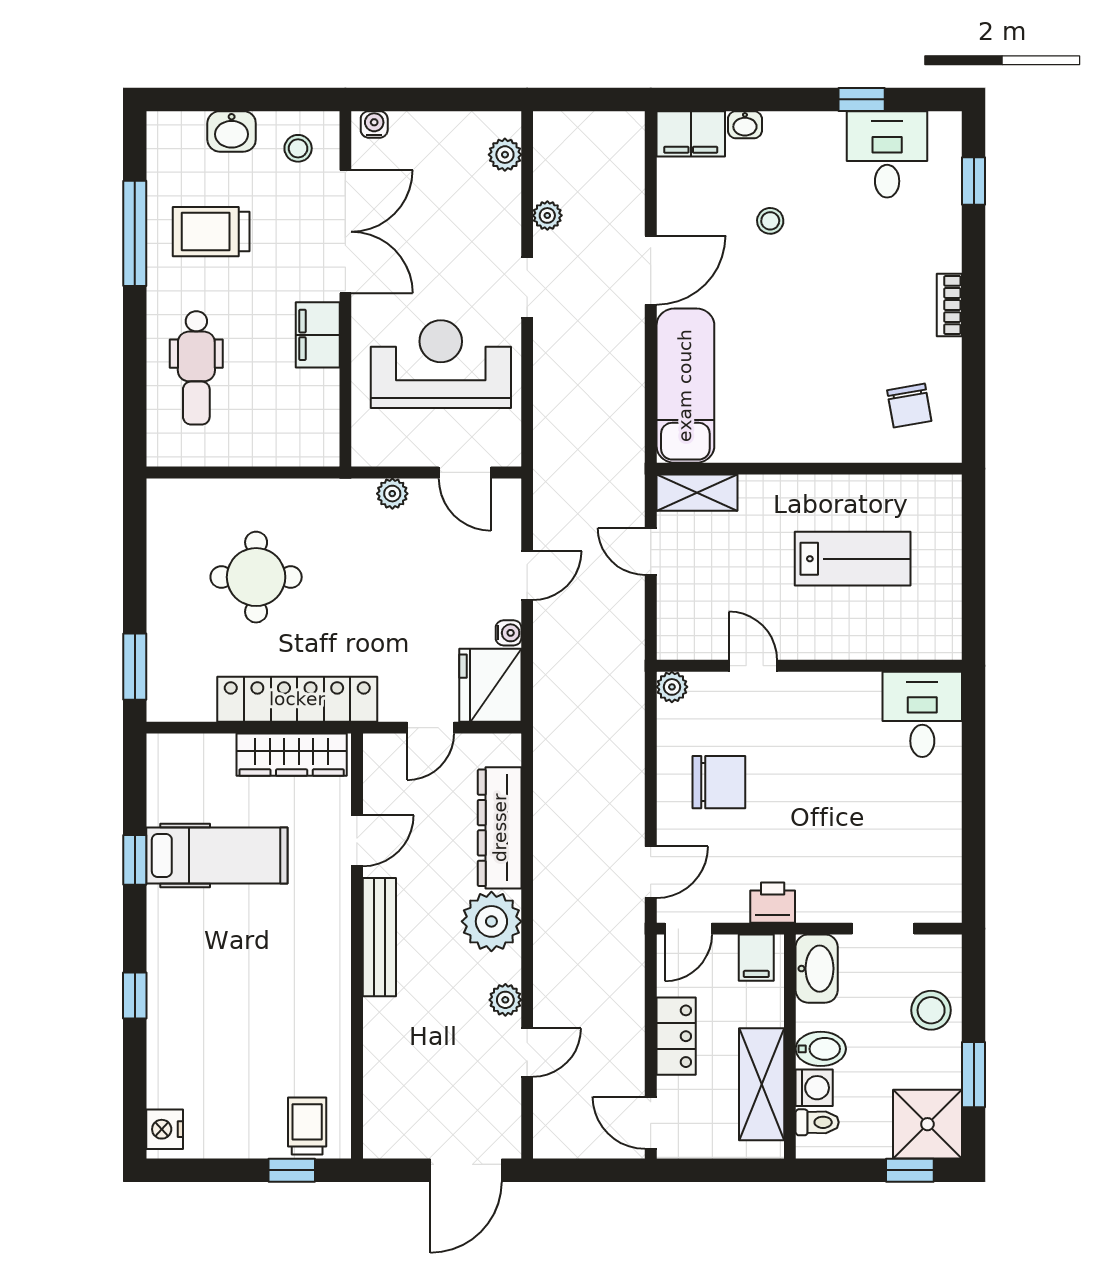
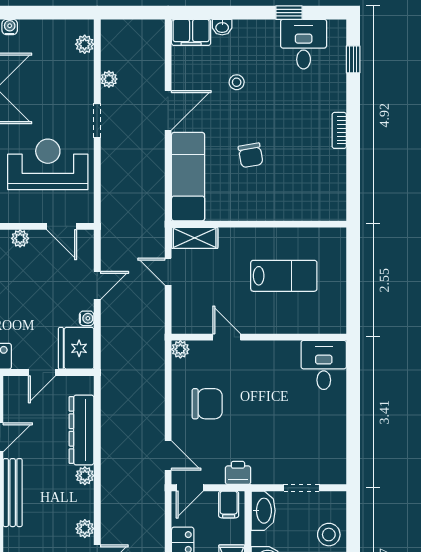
chair: (909, 406) -> (251, 155), moved
door: (651, 872) -> (168, 455), hinge flipped
plant: (491, 921) -> (85, 476), width x0.53, depth x0.53

